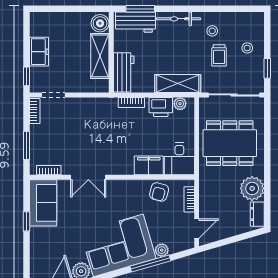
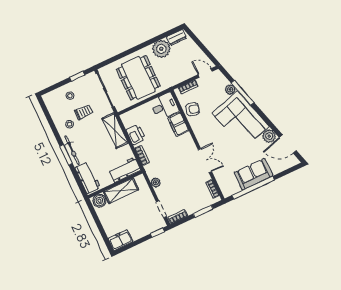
window: (140, 9) -> (66, 155), moved
freezer: (39, 52) -> (120, 240), moved
plant: (180, 104) -> (156, 182), moved
sofa: (43, 203) -> (253, 174), moved
window: (27, 221) -> (253, 188), width x3.17

